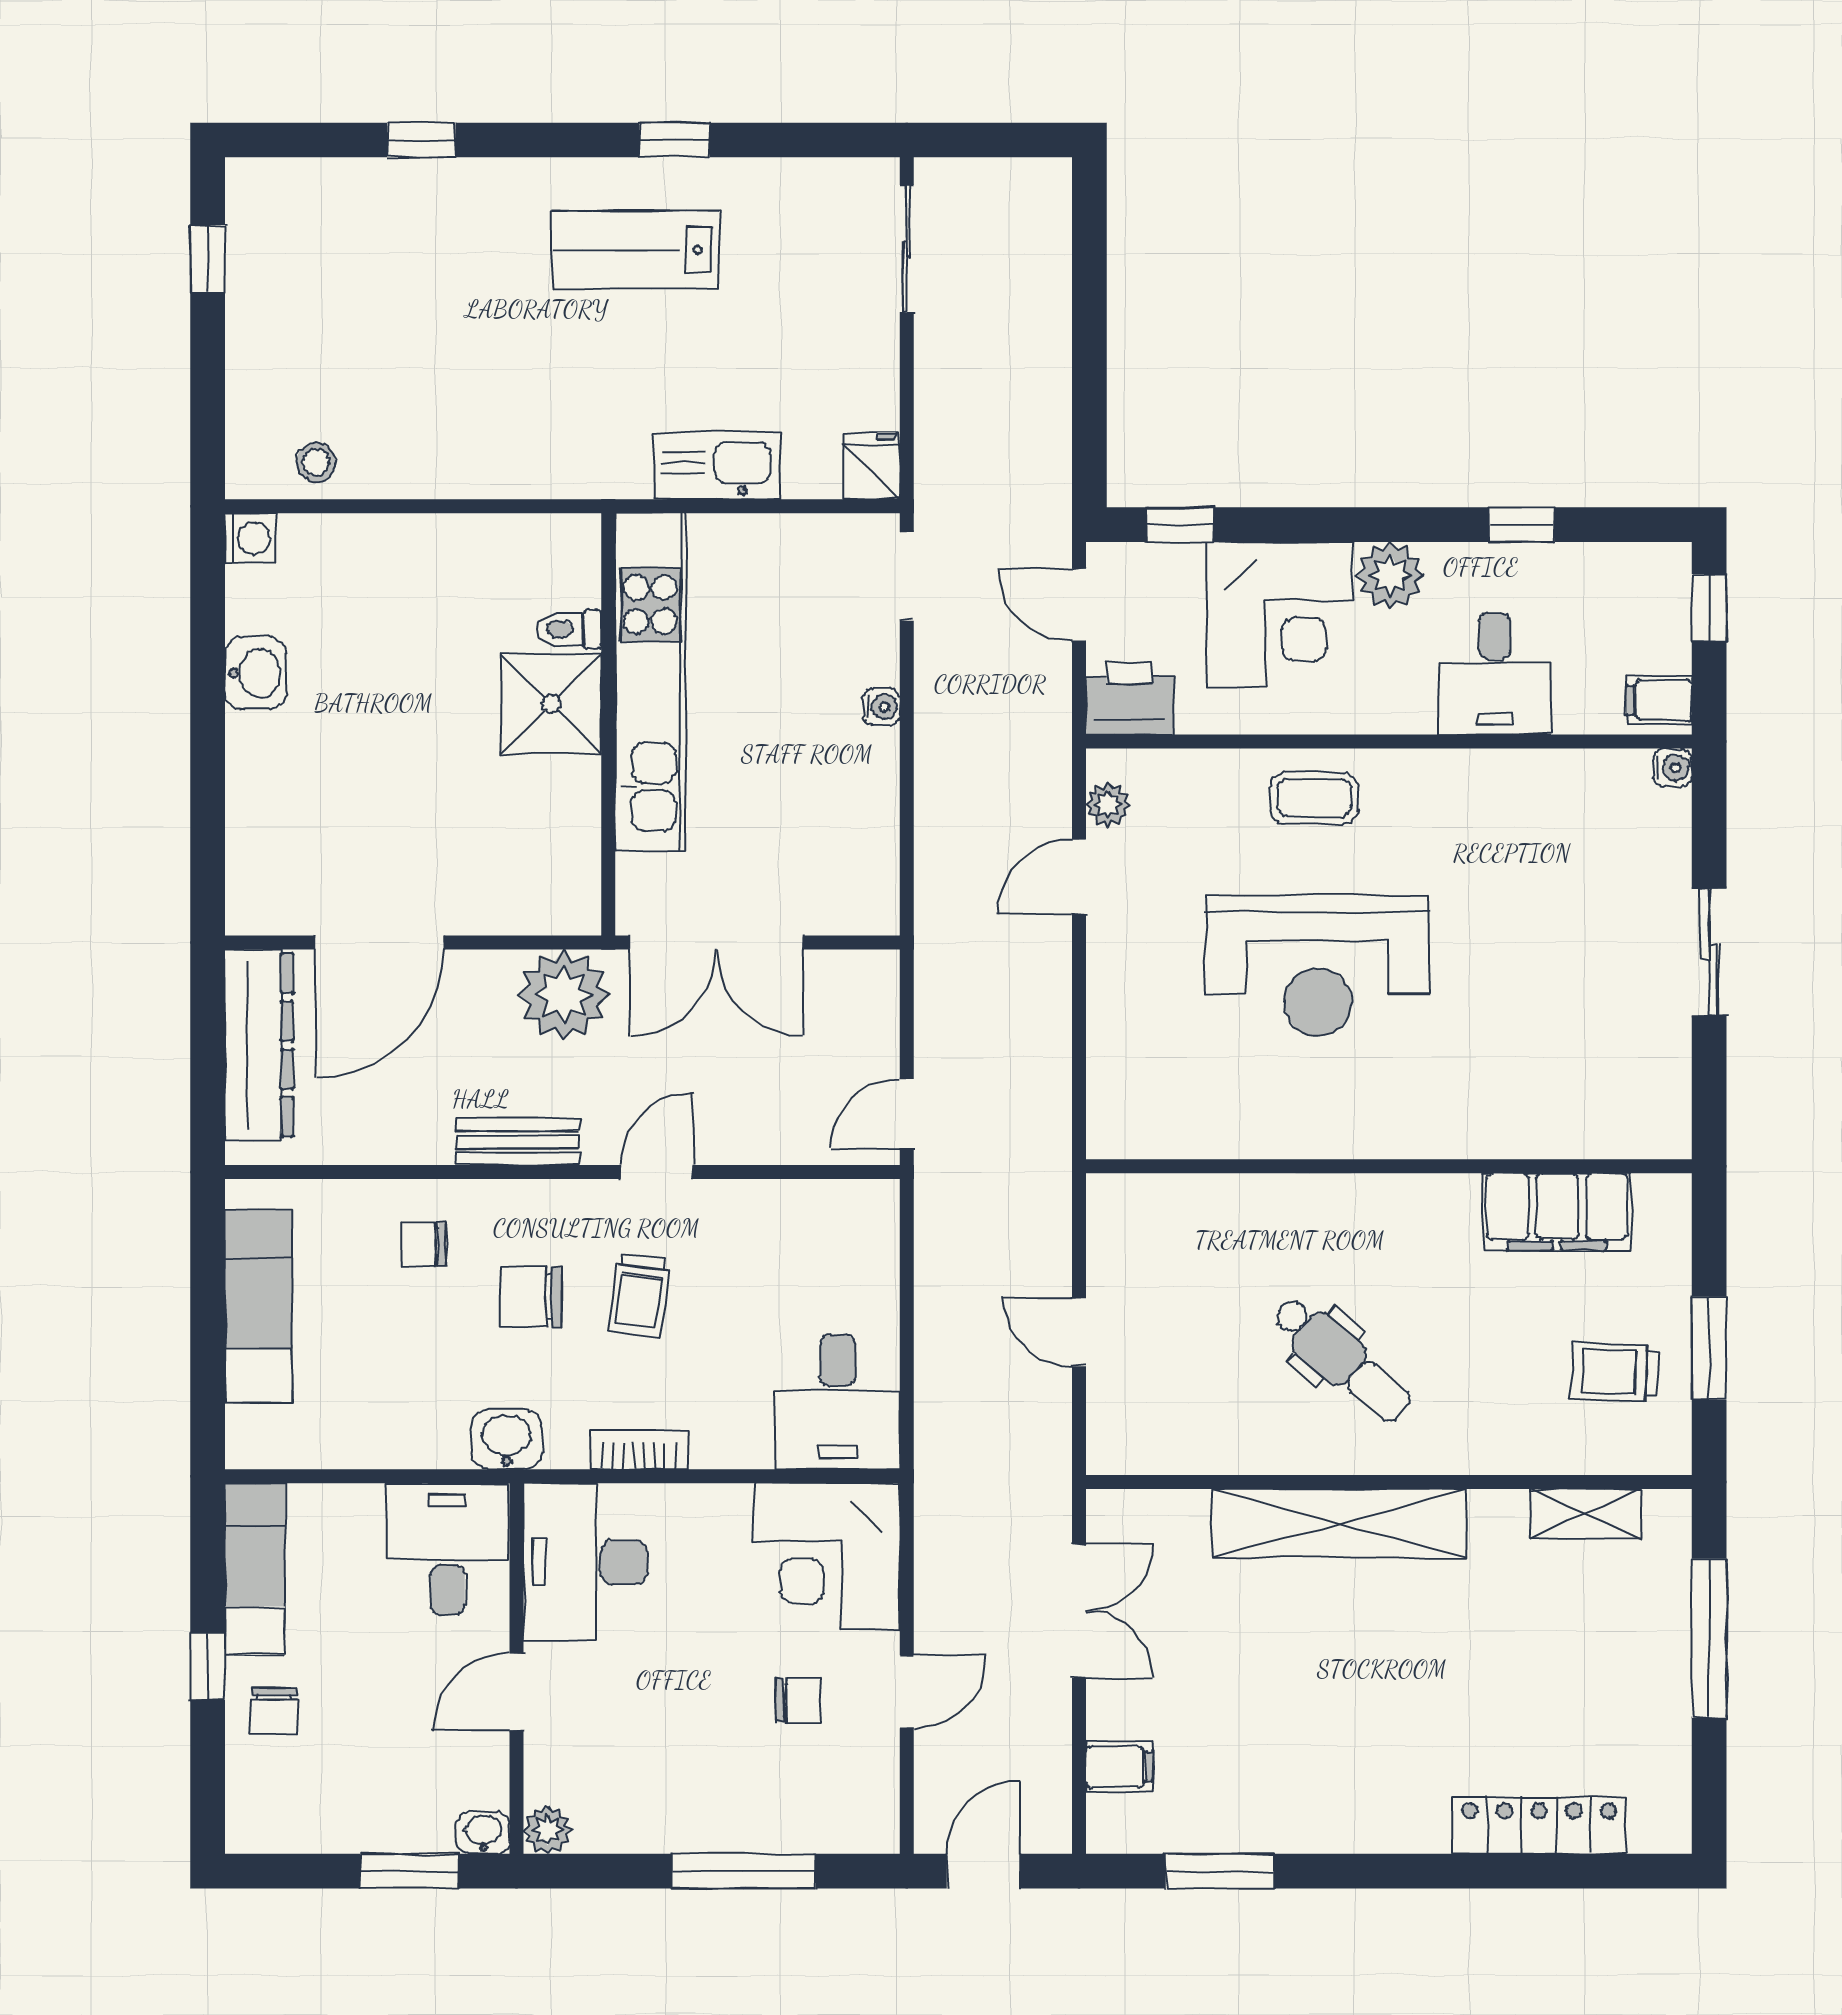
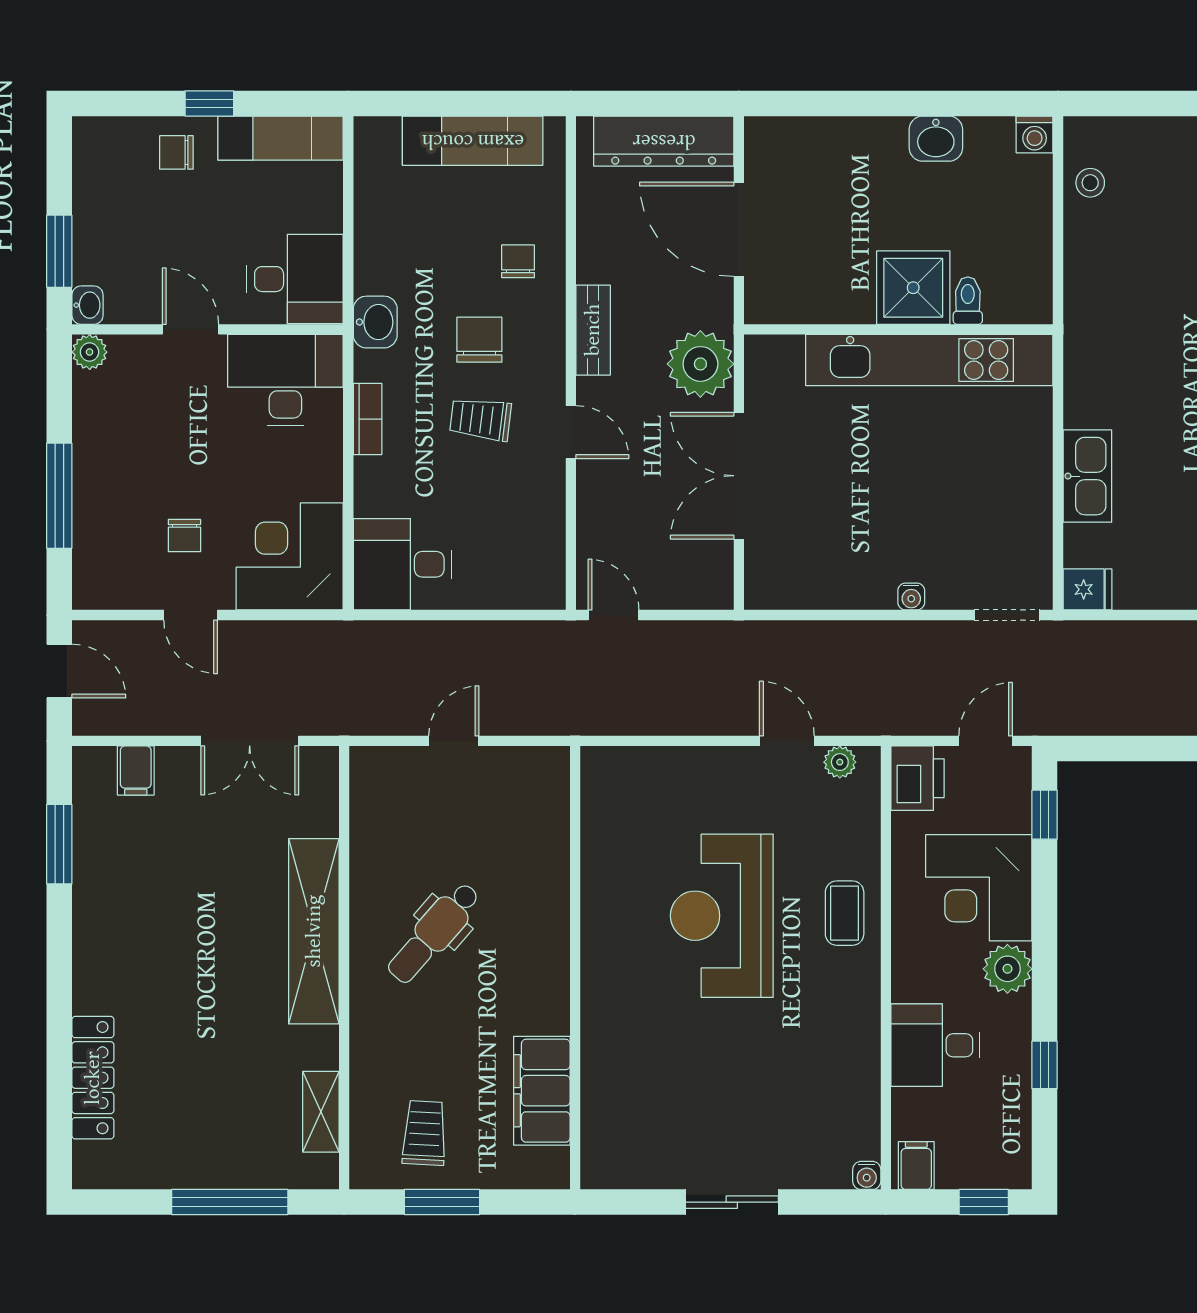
toilet: (569, 630) -> (968, 301), moved
kitchen unit: (650, 682) -> (929, 360), moved
shower: (551, 704) -> (913, 288), moved
wall: (608, 724) -> (898, 329), moved

